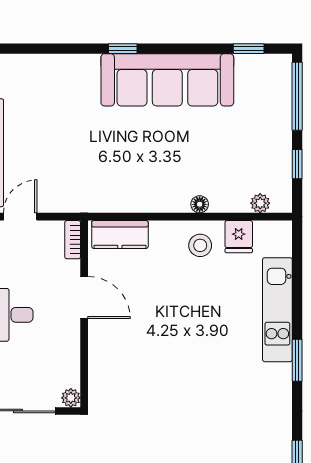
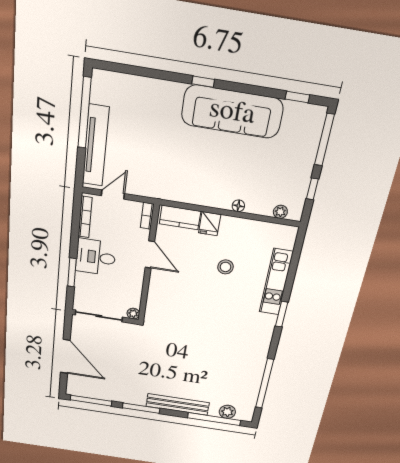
fridge: (239, 237) -> (210, 224), moved
stool: (200, 245) -> (225, 267), moved

